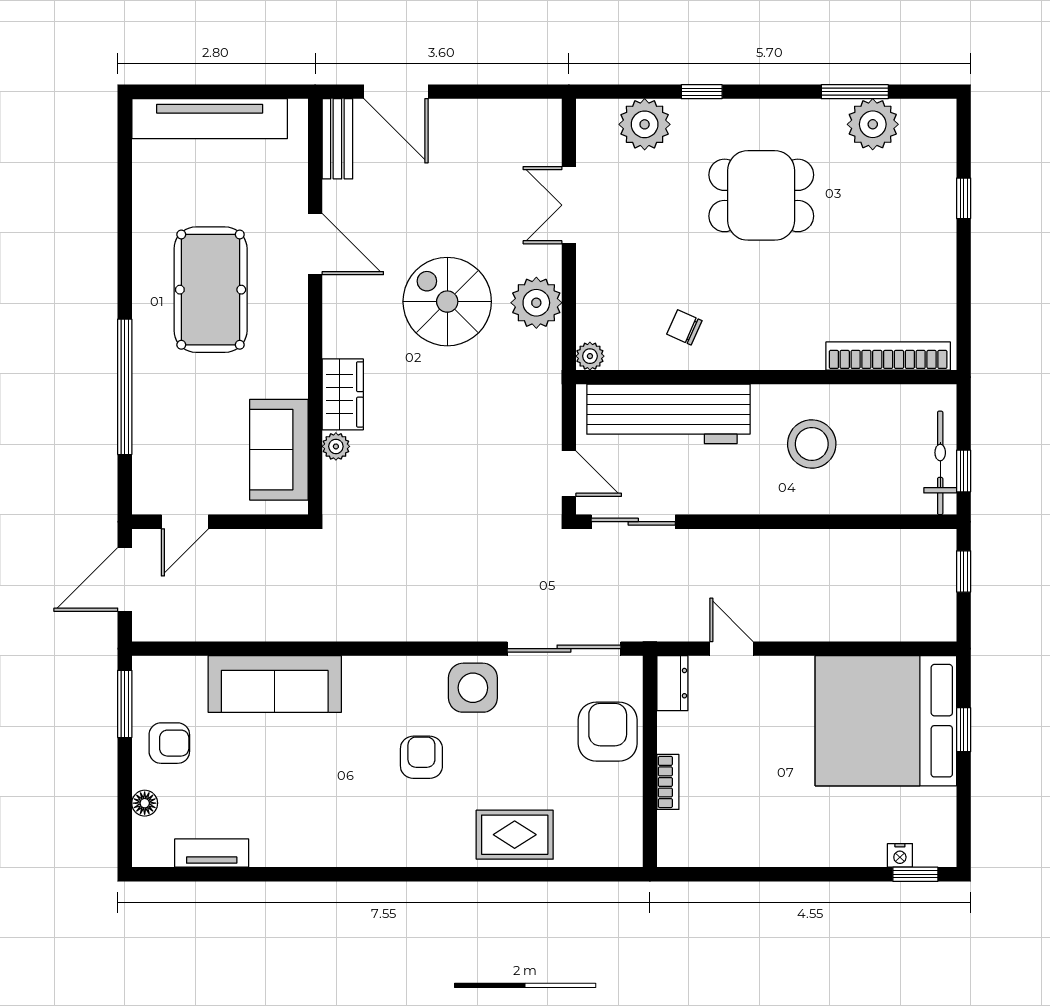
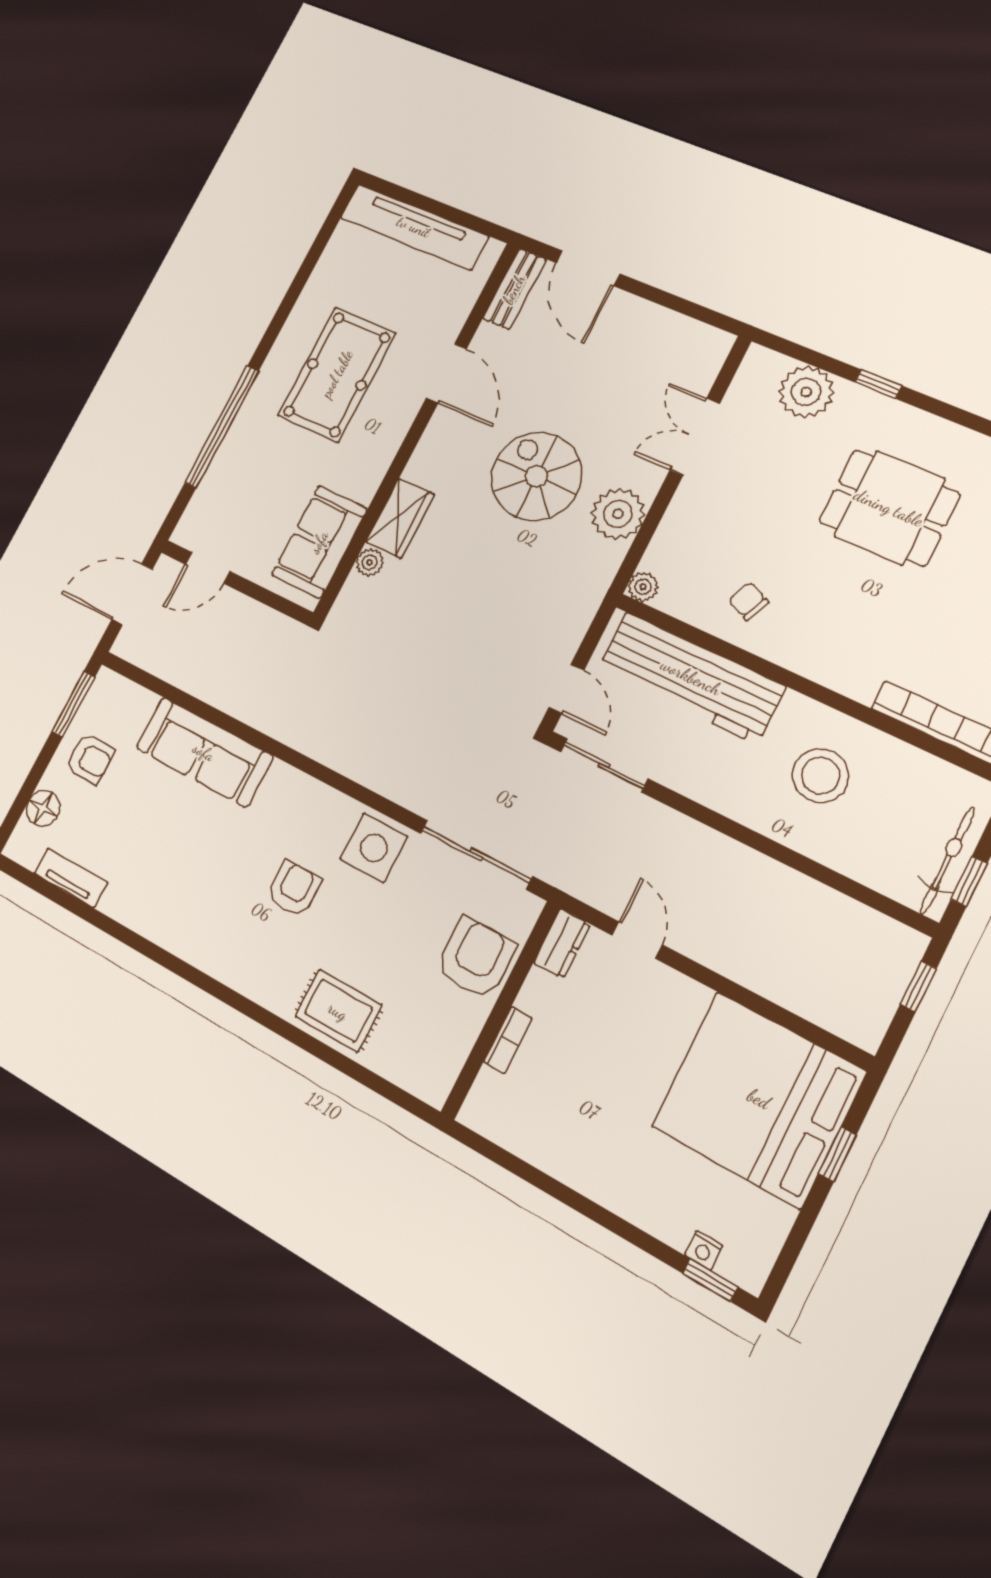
floor lamp: (145, 803) -> (43, 808), width x1.37, depth x1.37

